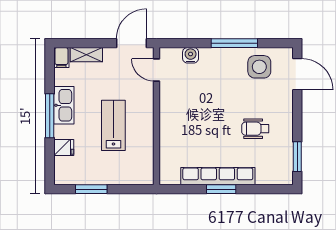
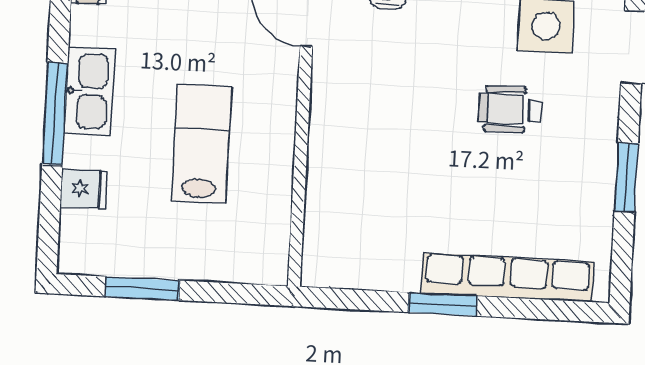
wheelchair: (255, 129) -> (510, 109), moved
window: (297, 157) -> (626, 177), moved
row of seats: (218, 176) -> (507, 277), moved

